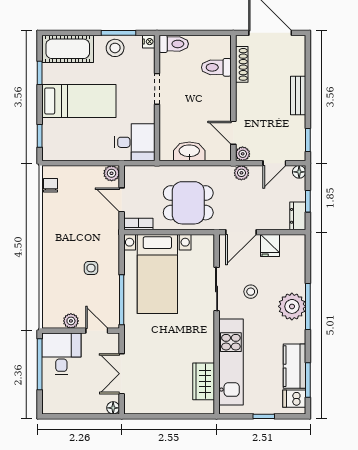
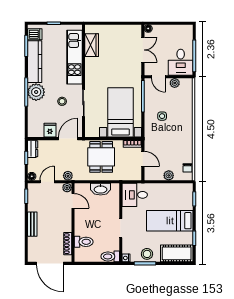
plant: (112, 173) -> (169, 175), moved
dining table: (188, 203) -> (101, 157), turned 90
kitchen counter: (294, 366) -> (35, 62), width x1.50

